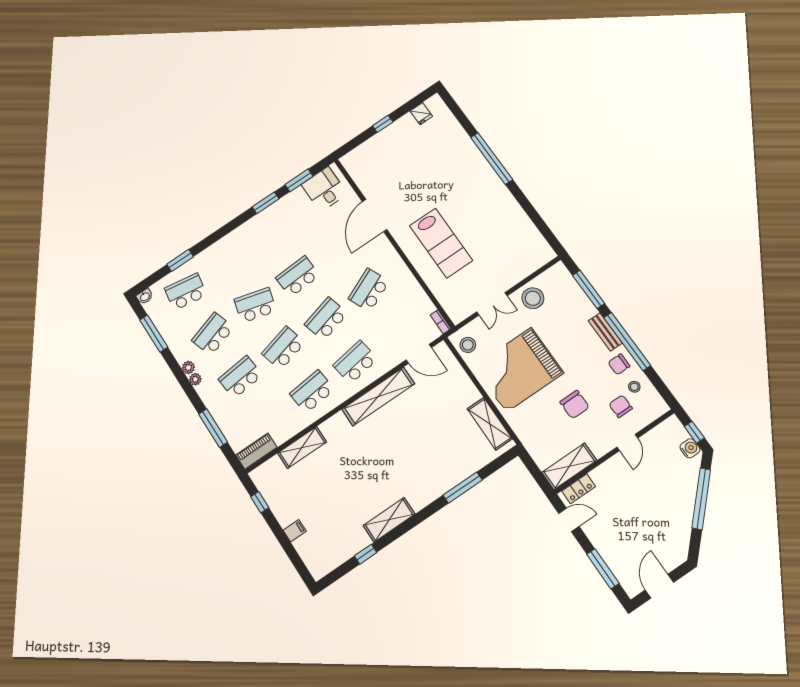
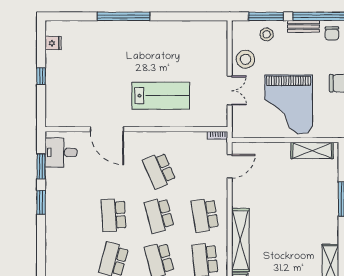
stool: (468, 345) -> (267, 34), moved
shelving: (378, 396) -> (240, 240), moved

